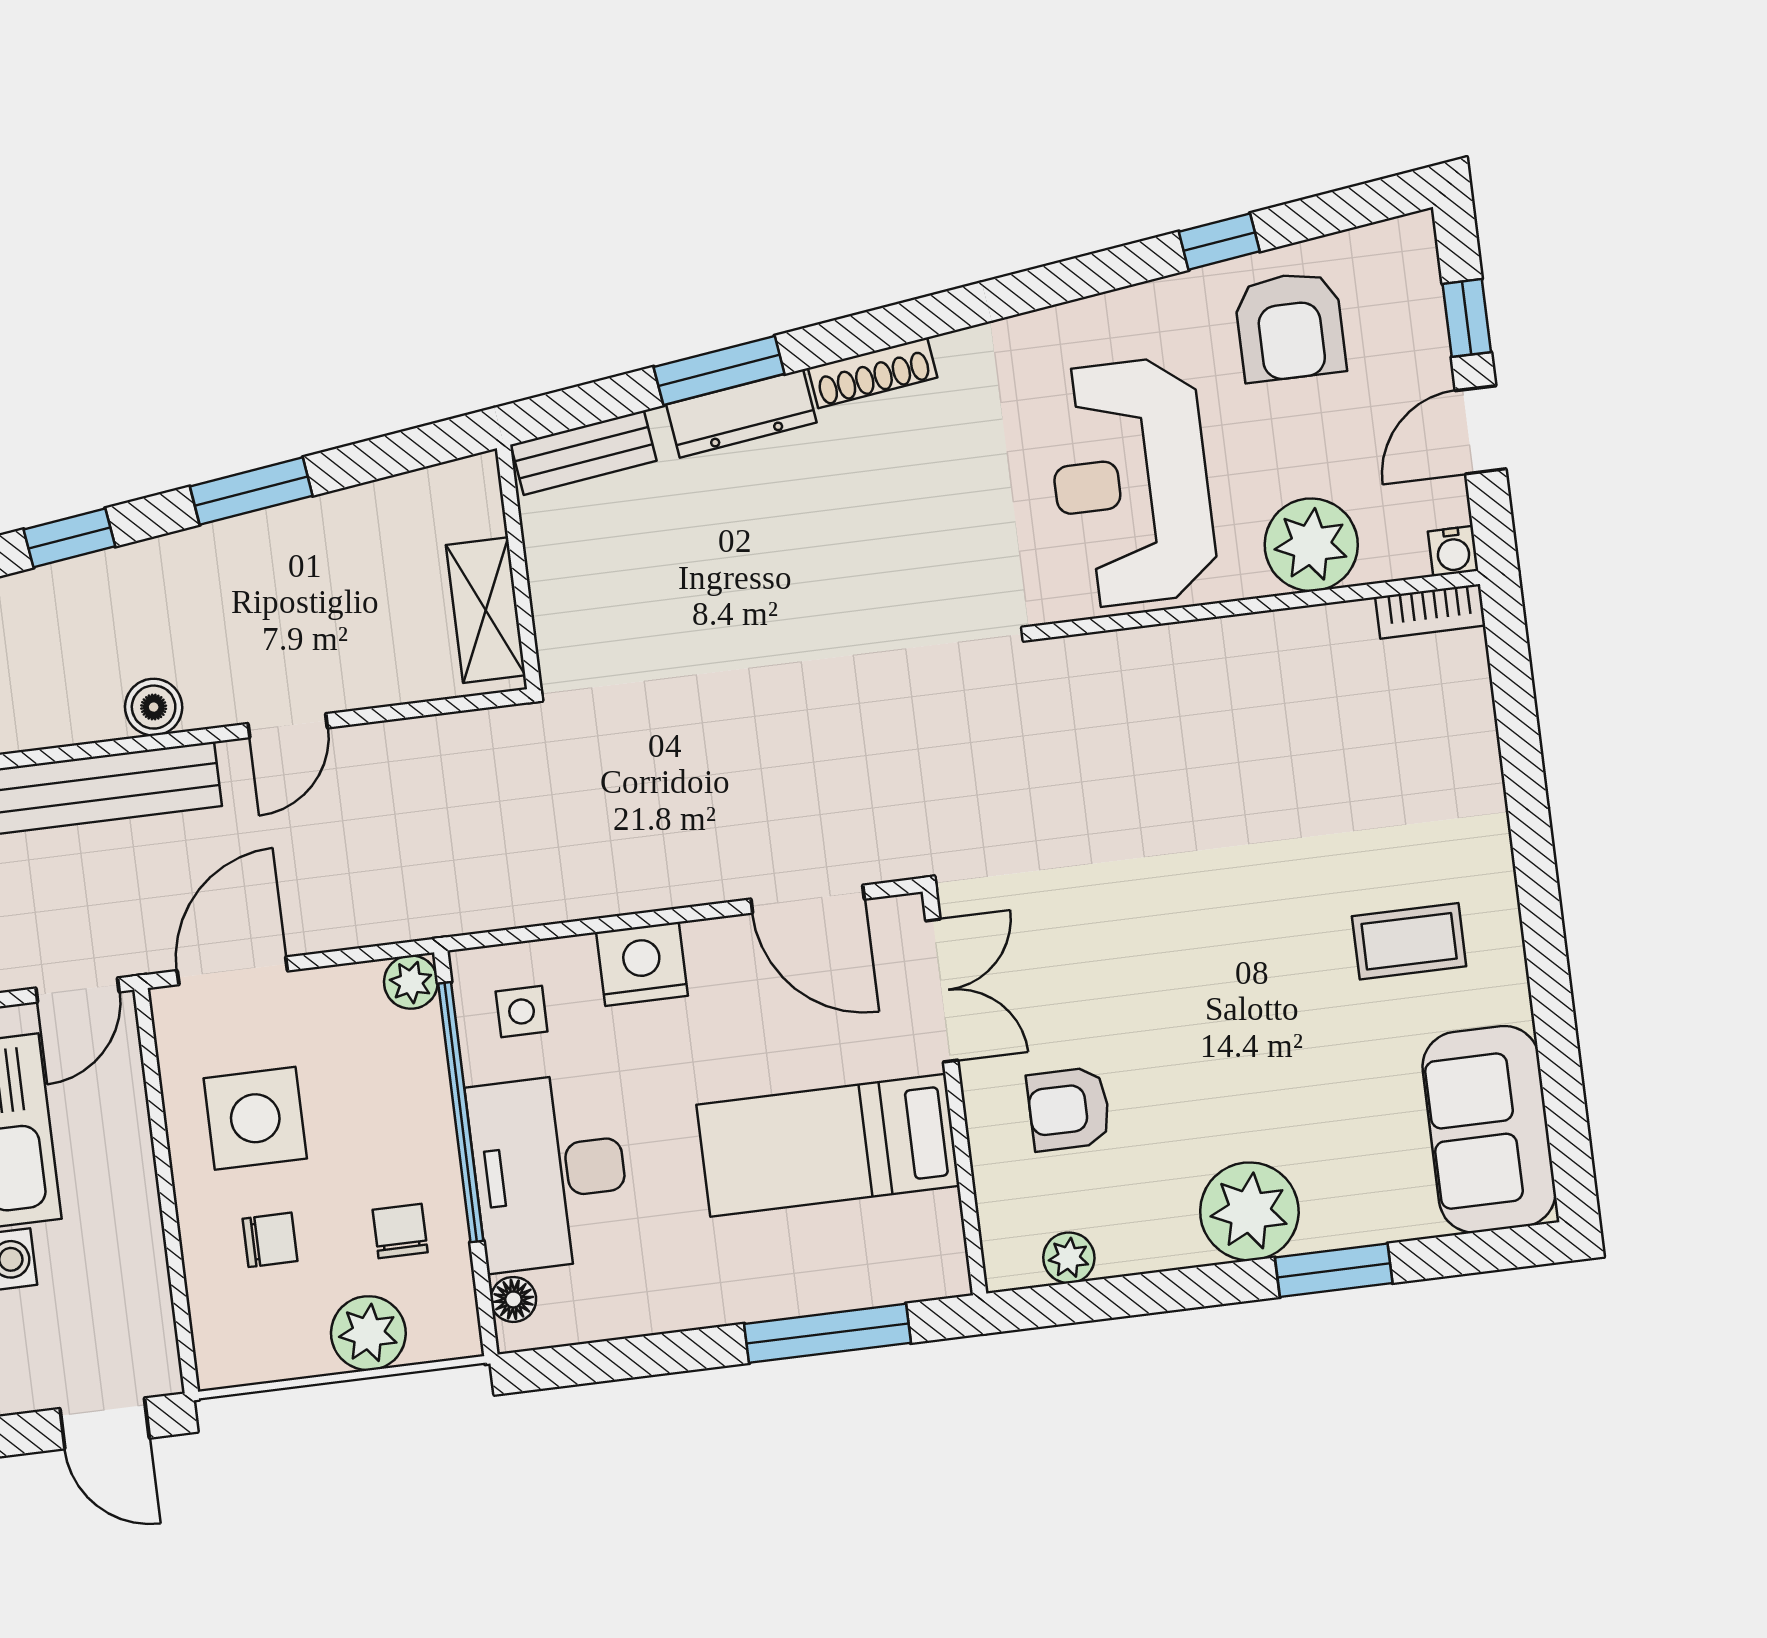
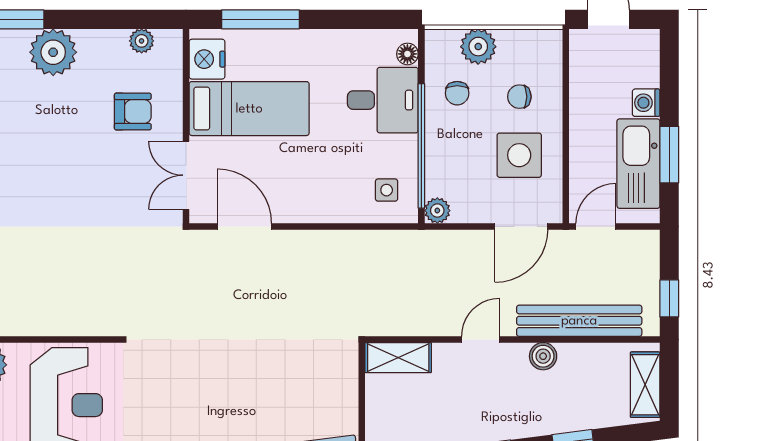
shelving: (486, 610) -> (398, 358), moved, turned 90
nightstand: (642, 964) -> (207, 59), moved, turned 90
desk: (549, 1172) -> (383, 100), width x0.73

